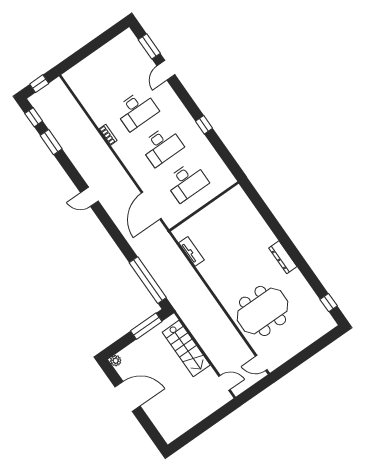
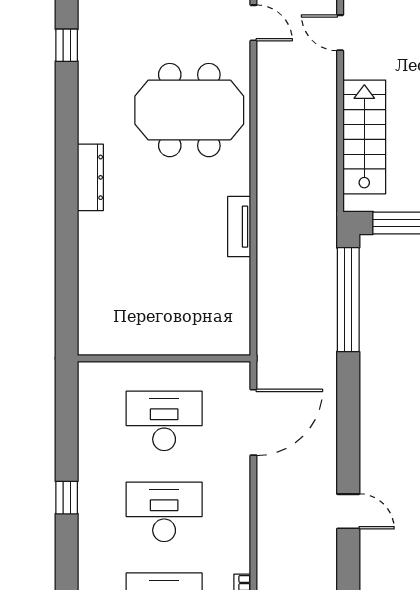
tv unit: (191, 251) -> (239, 227), moved

